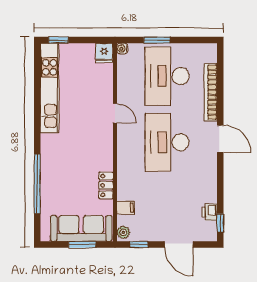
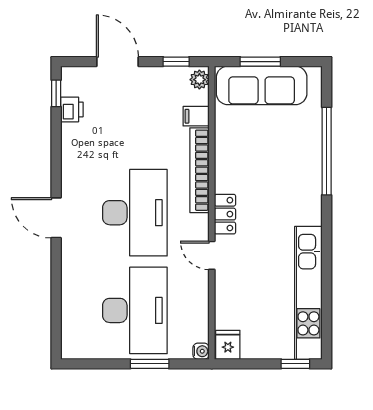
bookcase: (211, 92) -> (199, 170), moved, turned 180
locker: (106, 185) -> (225, 214), moved

